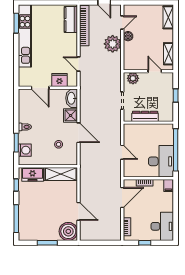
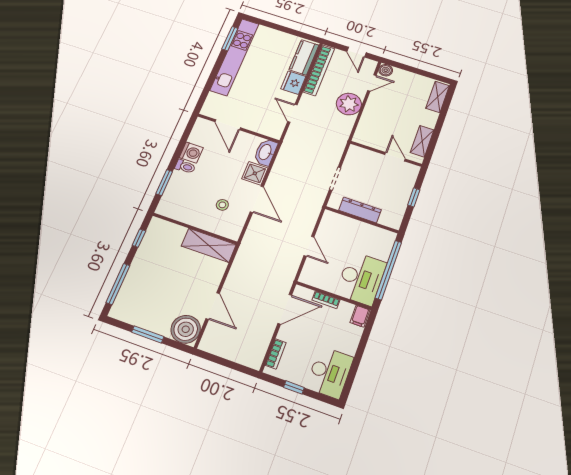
boiler: (128, 36) -> (386, 70), moved
plant: (133, 78) -> (361, 155), removed
fridge: (59, 80) -> (293, 83), moved, turned -90
washing machine: (25, 150) -> (191, 153), moved
freezer: (33, 174) -> (168, 232), removed

